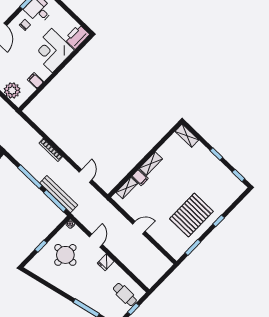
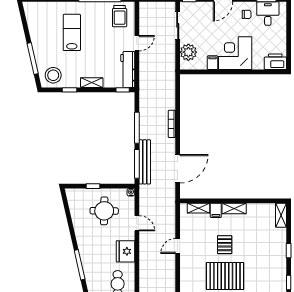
corner desk: (52, 51) -> (235, 53), moved
door: (86, 176) -> (178, 169), width x1.88
pallet: (169, 194) -> (225, 245), added
door: (139, 228) -> (178, 246), swing flipped
door: (96, 241) -> (137, 223), hinge flipped
fridge: (106, 262) -> (125, 251), width x1.88, depth x1.34

